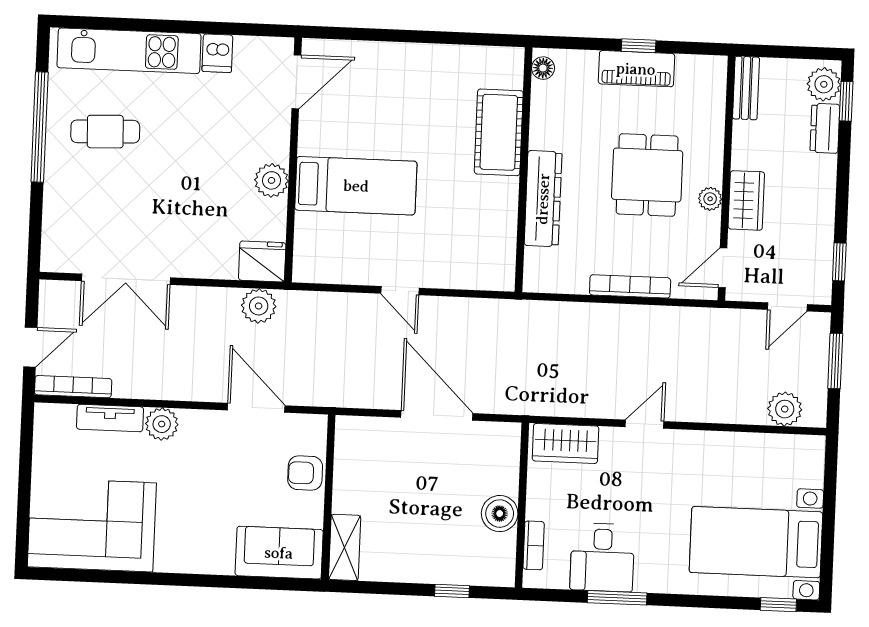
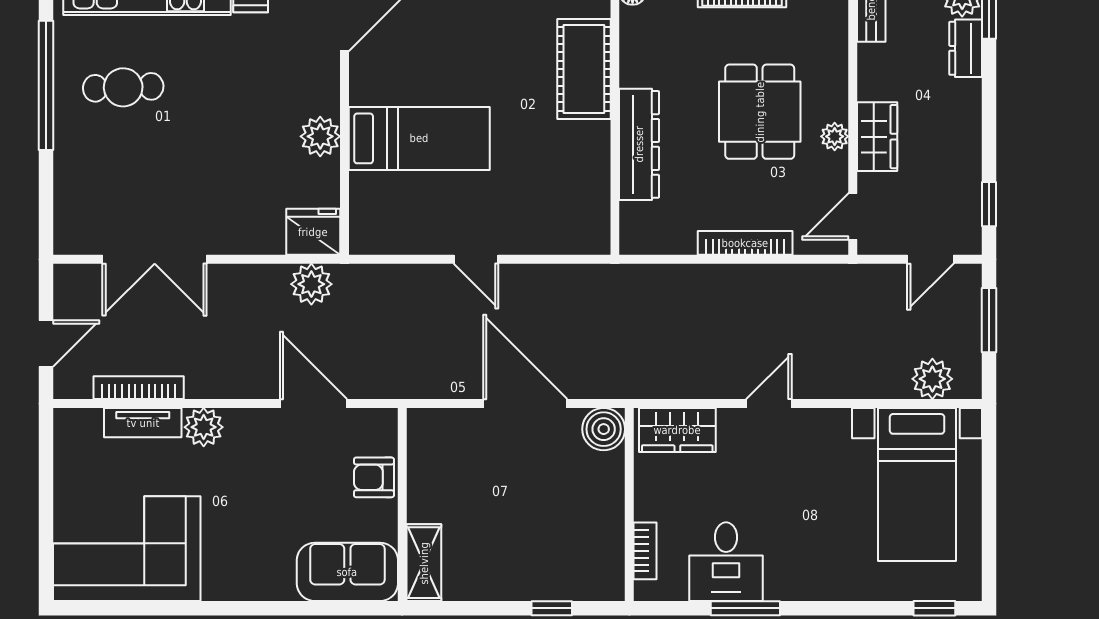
bookcase: (73, 387) -> (139, 388), moved
boiler: (500, 514) -> (604, 429), moved
bed with nightstands: (756, 542) -> (917, 484), moved, turned -90

